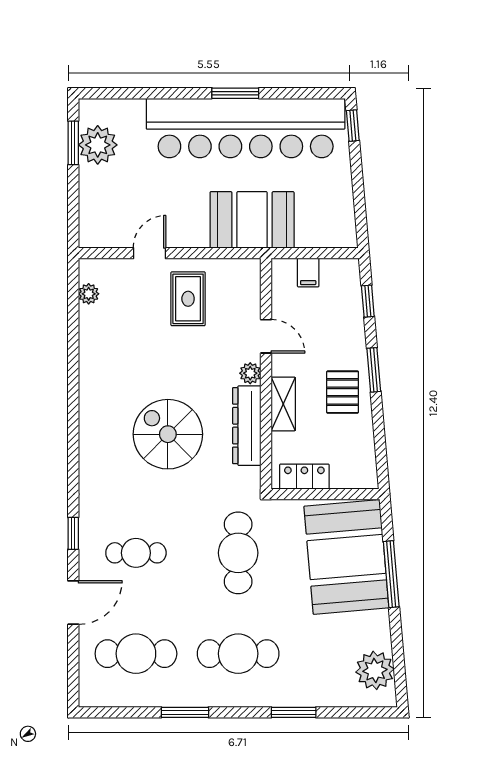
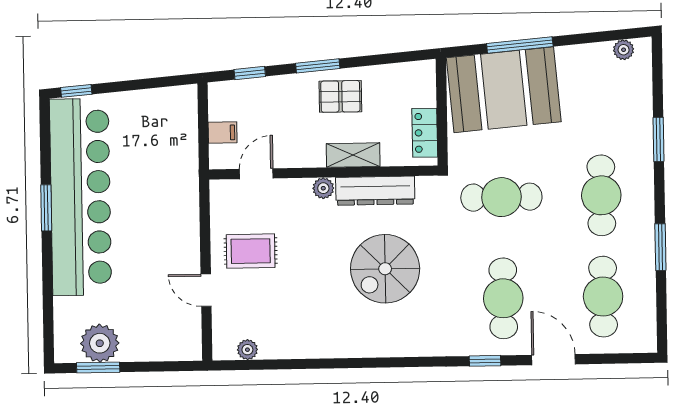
booth: (252, 220) -> (171, 189), removed
door: (266, 336) -> (256, 174), moved
cafe table: (136, 553) -> (503, 298), width x1.37, depth x1.35
plant: (375, 670) -> (624, 50), width x0.53, depth x0.53

